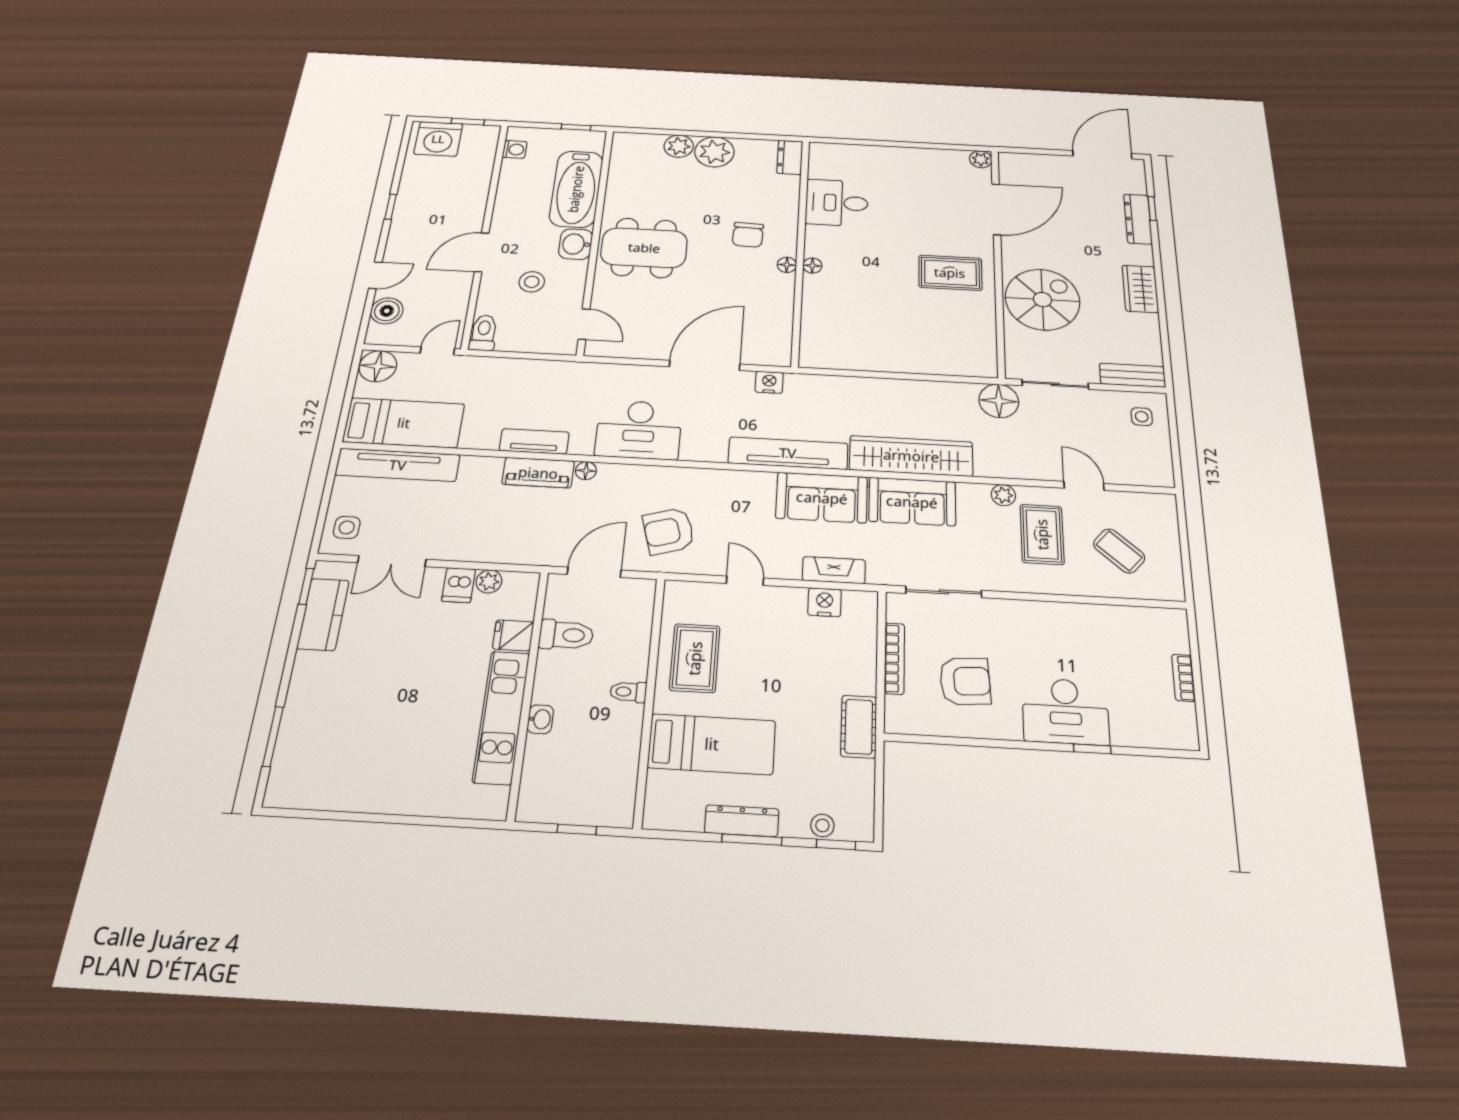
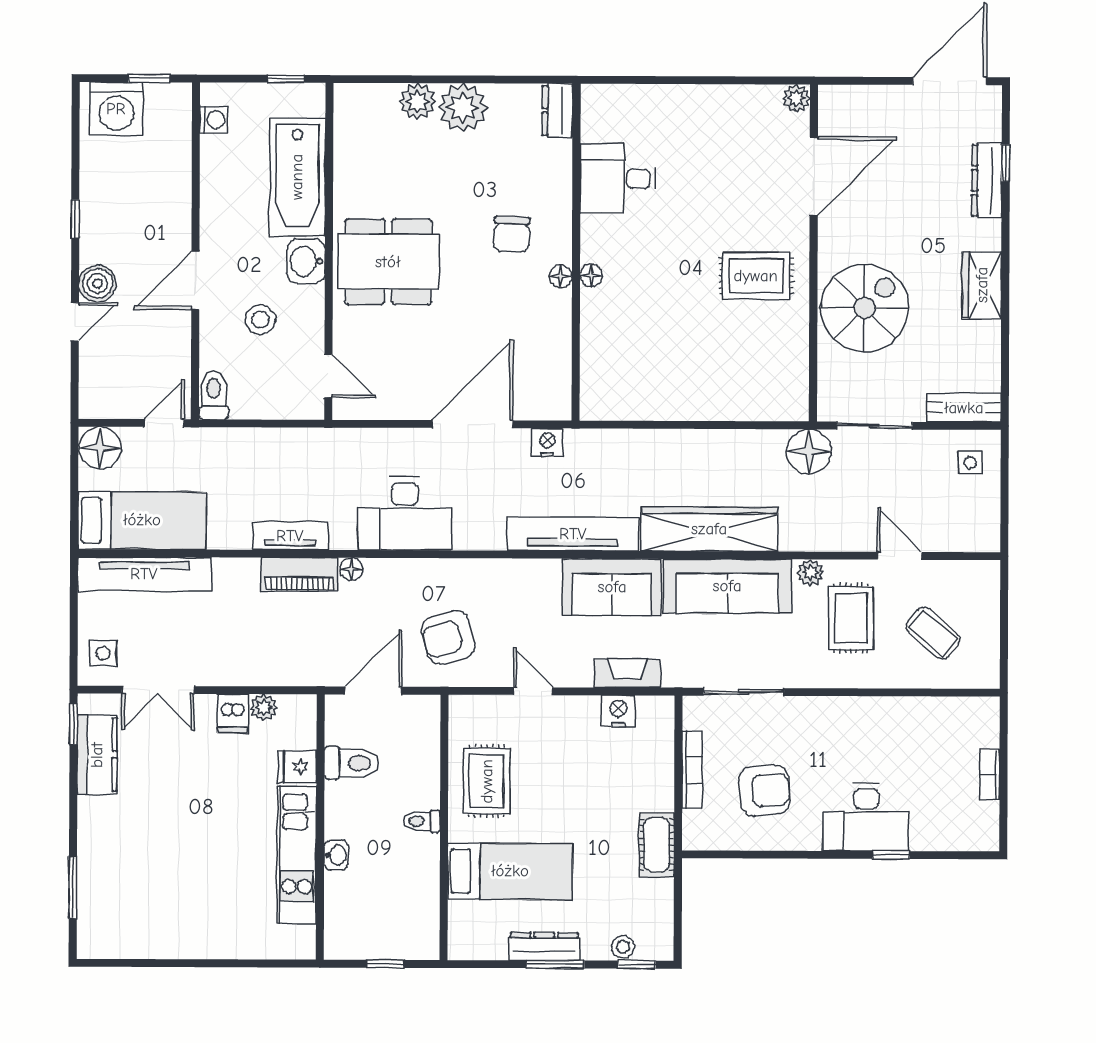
boiler: (387, 311) -> (97, 283), moved
sofa: (912, 502) -> (727, 586), width x1.36

